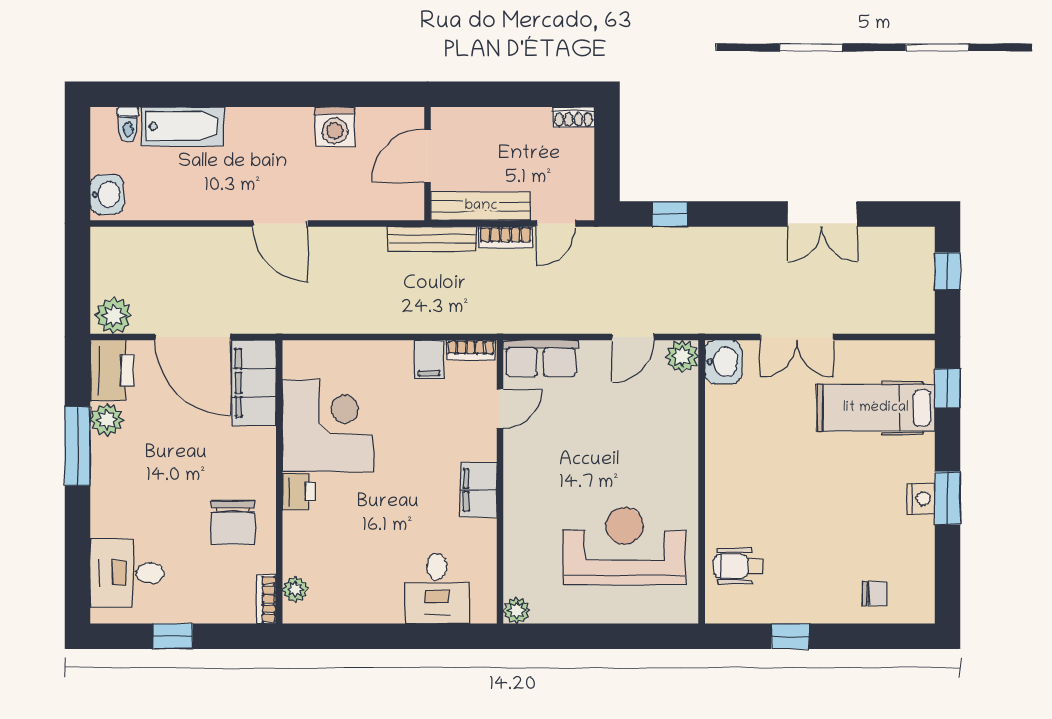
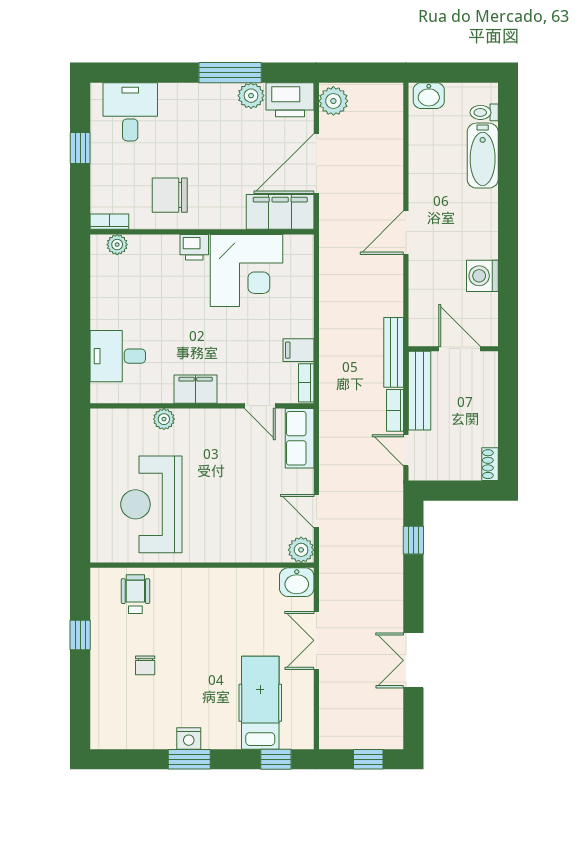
reception desk: (625, 546) -> (151, 504), turned 180
chair: (875, 594) -> (145, 665), moved
plant: (517, 610) -> (164, 419), moved

